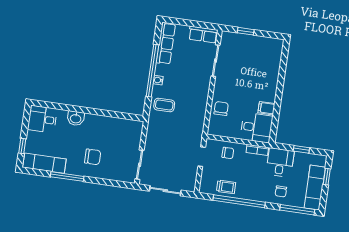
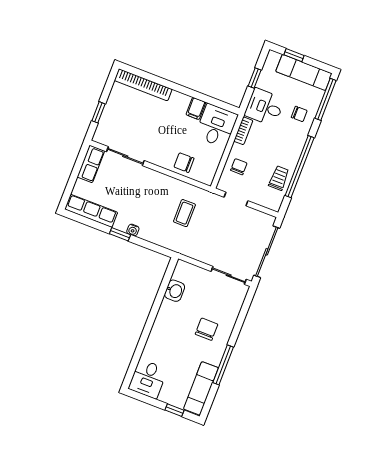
bookcase: (276, 62) -> (143, 85), added
window: (152, 71) -> (120, 234), width x0.32
coffee table: (164, 105) -> (184, 213), moved
washbasin: (76, 118) -> (175, 291), moved
sliding door: (165, 191) -> (267, 252), width x1.37

